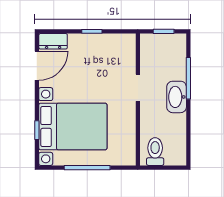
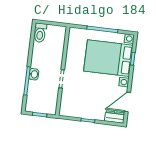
washbasin: (177, 97) -> (34, 74), width x0.52, depth x0.69
toilet: (155, 152) -> (40, 33), moved

